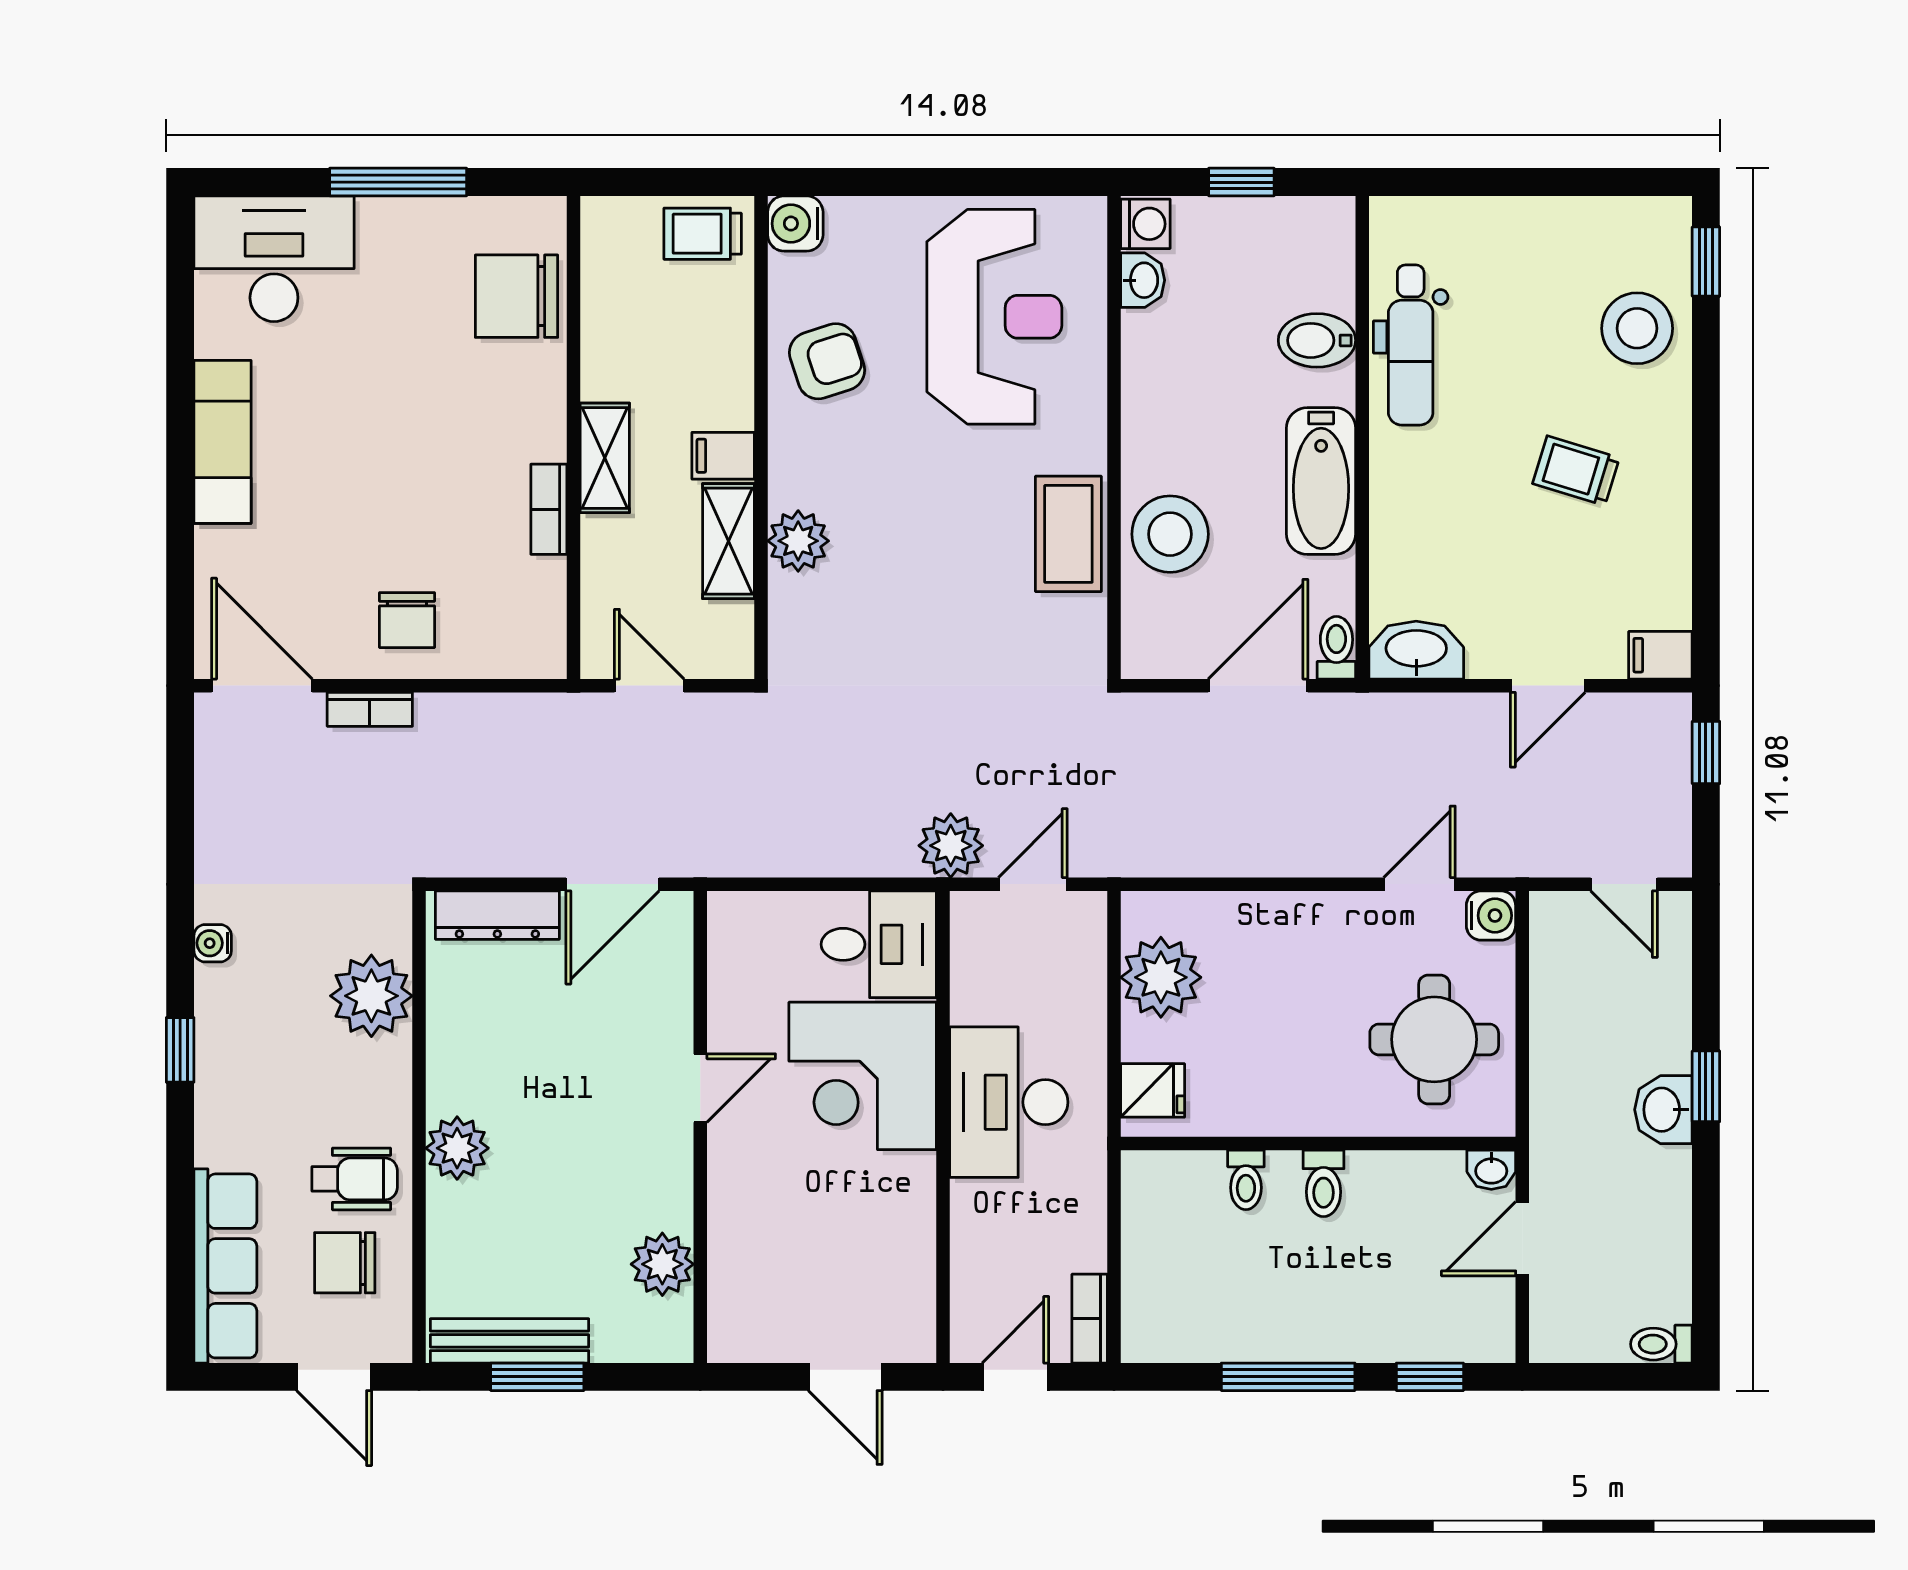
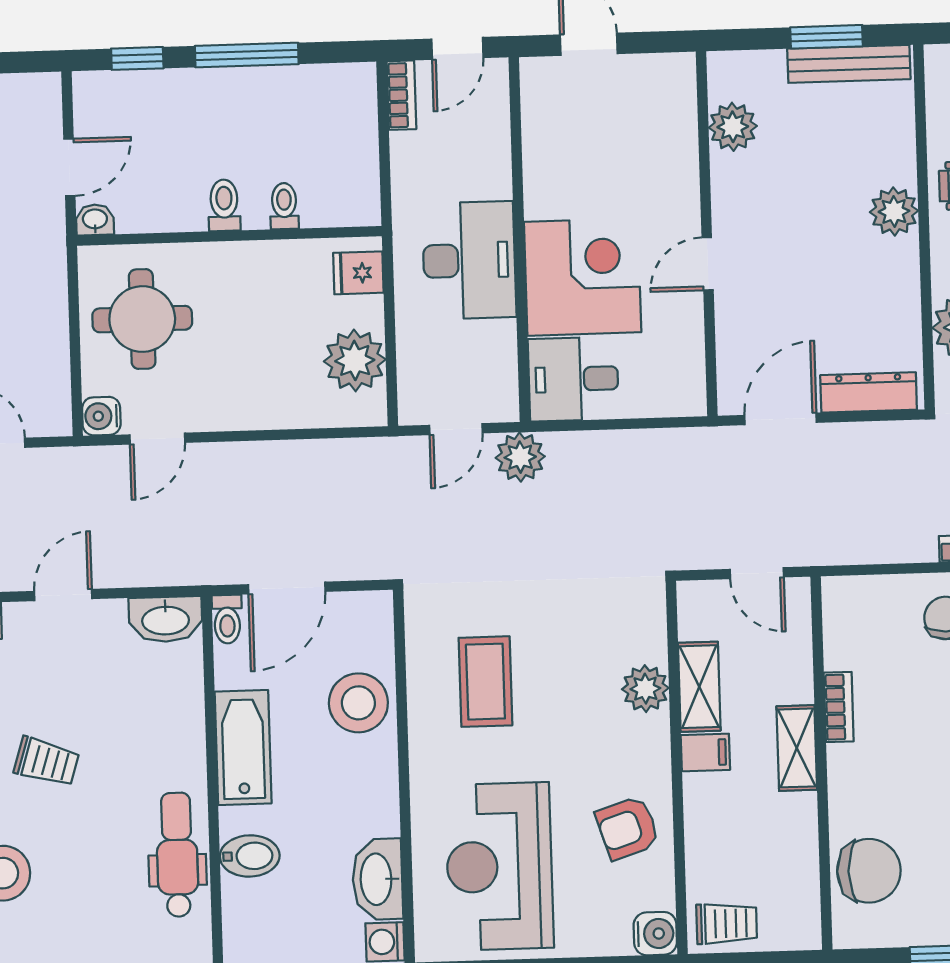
washbasin: (1143, 280) -> (377, 879), width x1.91, depth x1.45
coffee table: (1068, 534) -> (485, 682), moved

